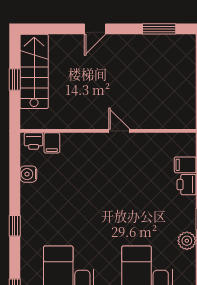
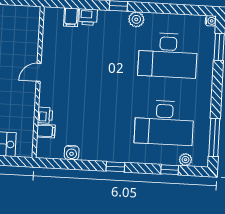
printer: (34, 141) -> (45, 115), moved

